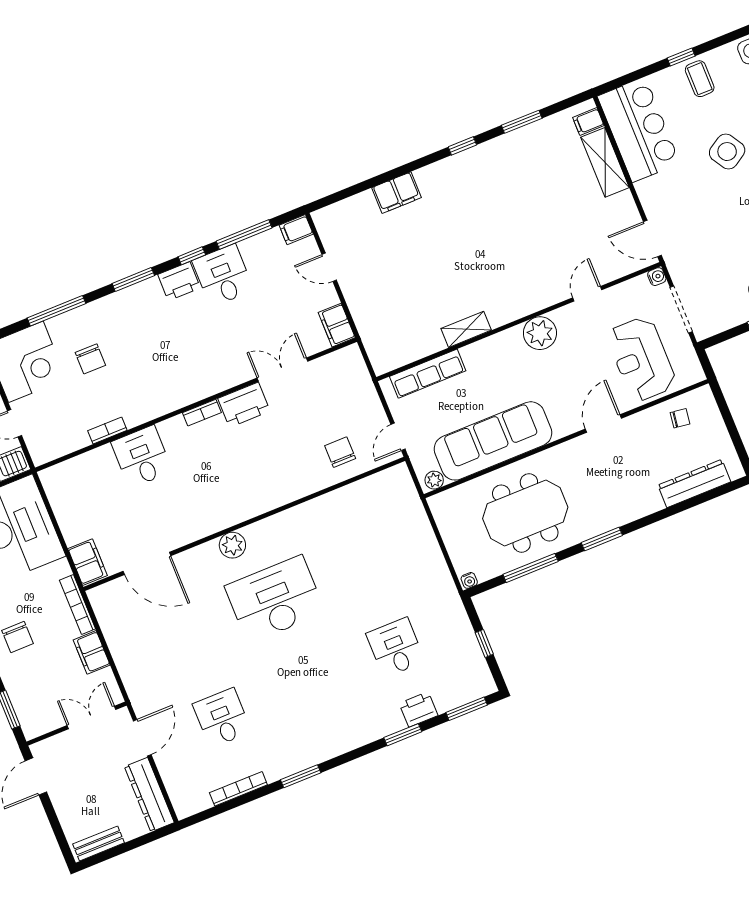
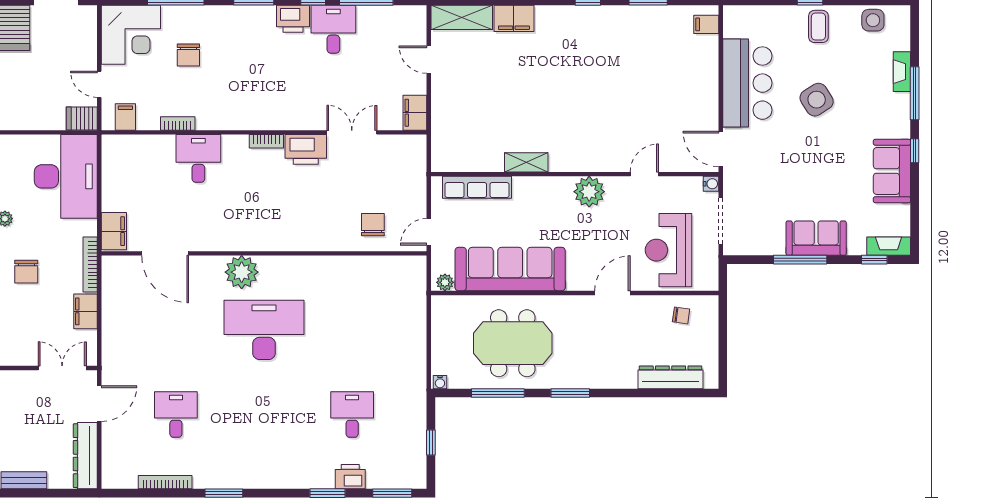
bar counter: (639, 130) -> (747, 83), moved
shelving: (605, 162) -> (462, 17), moved, turned 90
filing cabinet: (296, 230) -> (125, 117), moved, turned 90
plant: (232, 545) -> (242, 272), width x1.36, depth x1.36

